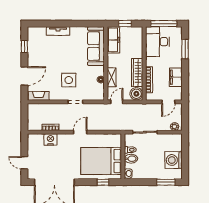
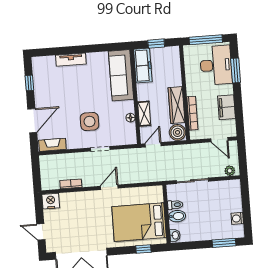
desk: (157, 42) -> (216, 65), moved, turned 180
door: (168, 102) -> (219, 140), hinge flipped
nightstand: (50, 139) -> (51, 201), moved
washing machine: (174, 160) -> (237, 218), width x0.53, depth x0.53

